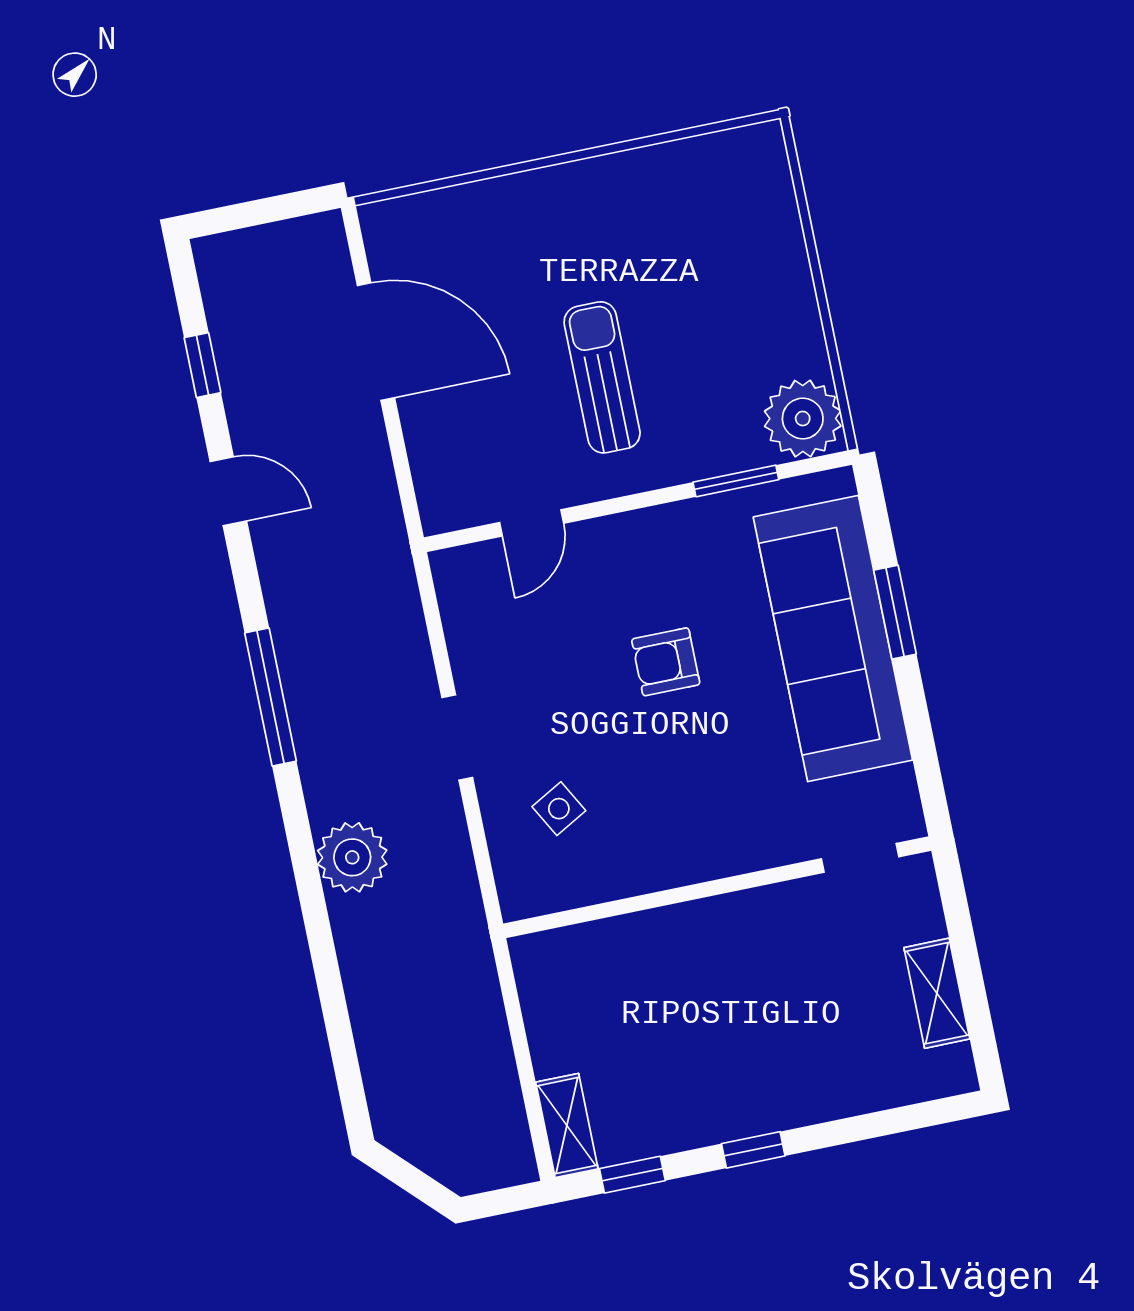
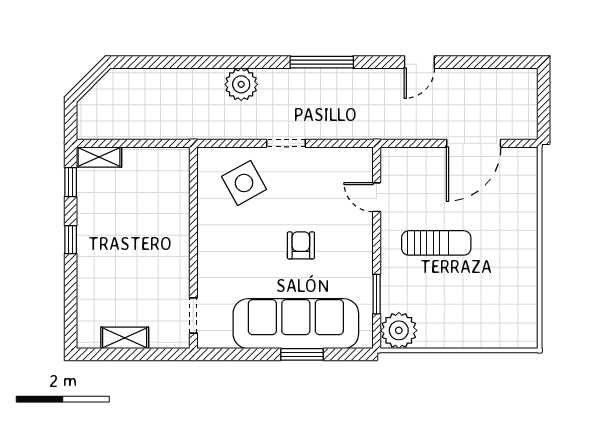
window: (202, 365) -> (479, 62), removed
side table: (559, 809) -> (244, 183), width x1.87, depth x1.87

